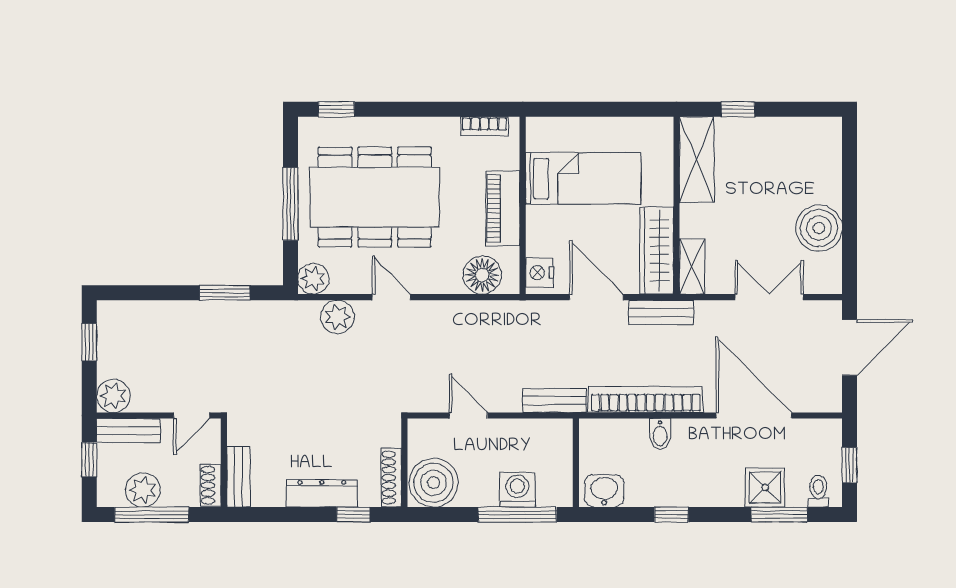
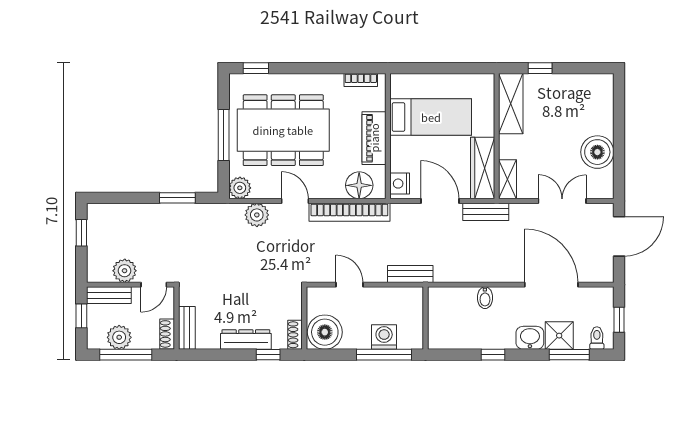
plant: (113, 396) -> (125, 271), moved
bookcase: (646, 400) -> (349, 212), moved, turned 180
shoe rack: (391, 478) -> (295, 335), width x0.70
washbasin: (604, 491) -> (530, 338), moved

